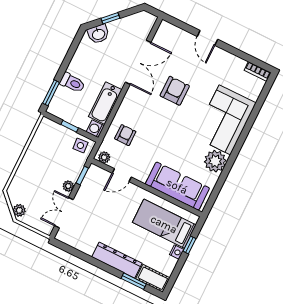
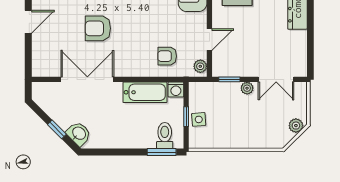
toilet: (72, 83) -> (165, 136), moved
side table: (80, 146) -> (199, 119), moved
door: (122, 175) -> (209, 40), hinge flipped

